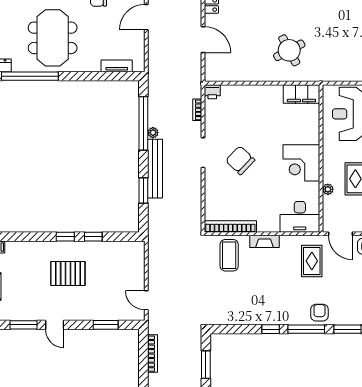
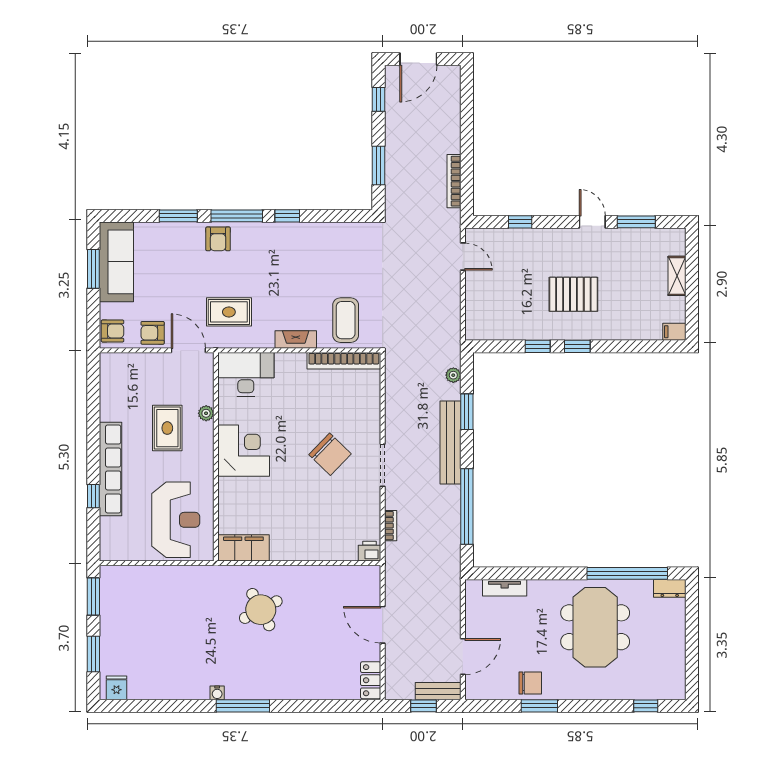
plant: (153, 133) -> (453, 375), moved
rug: (312, 261) -> (229, 312), turned 90
window: (106, 325) -> (520, 222), width x0.67

